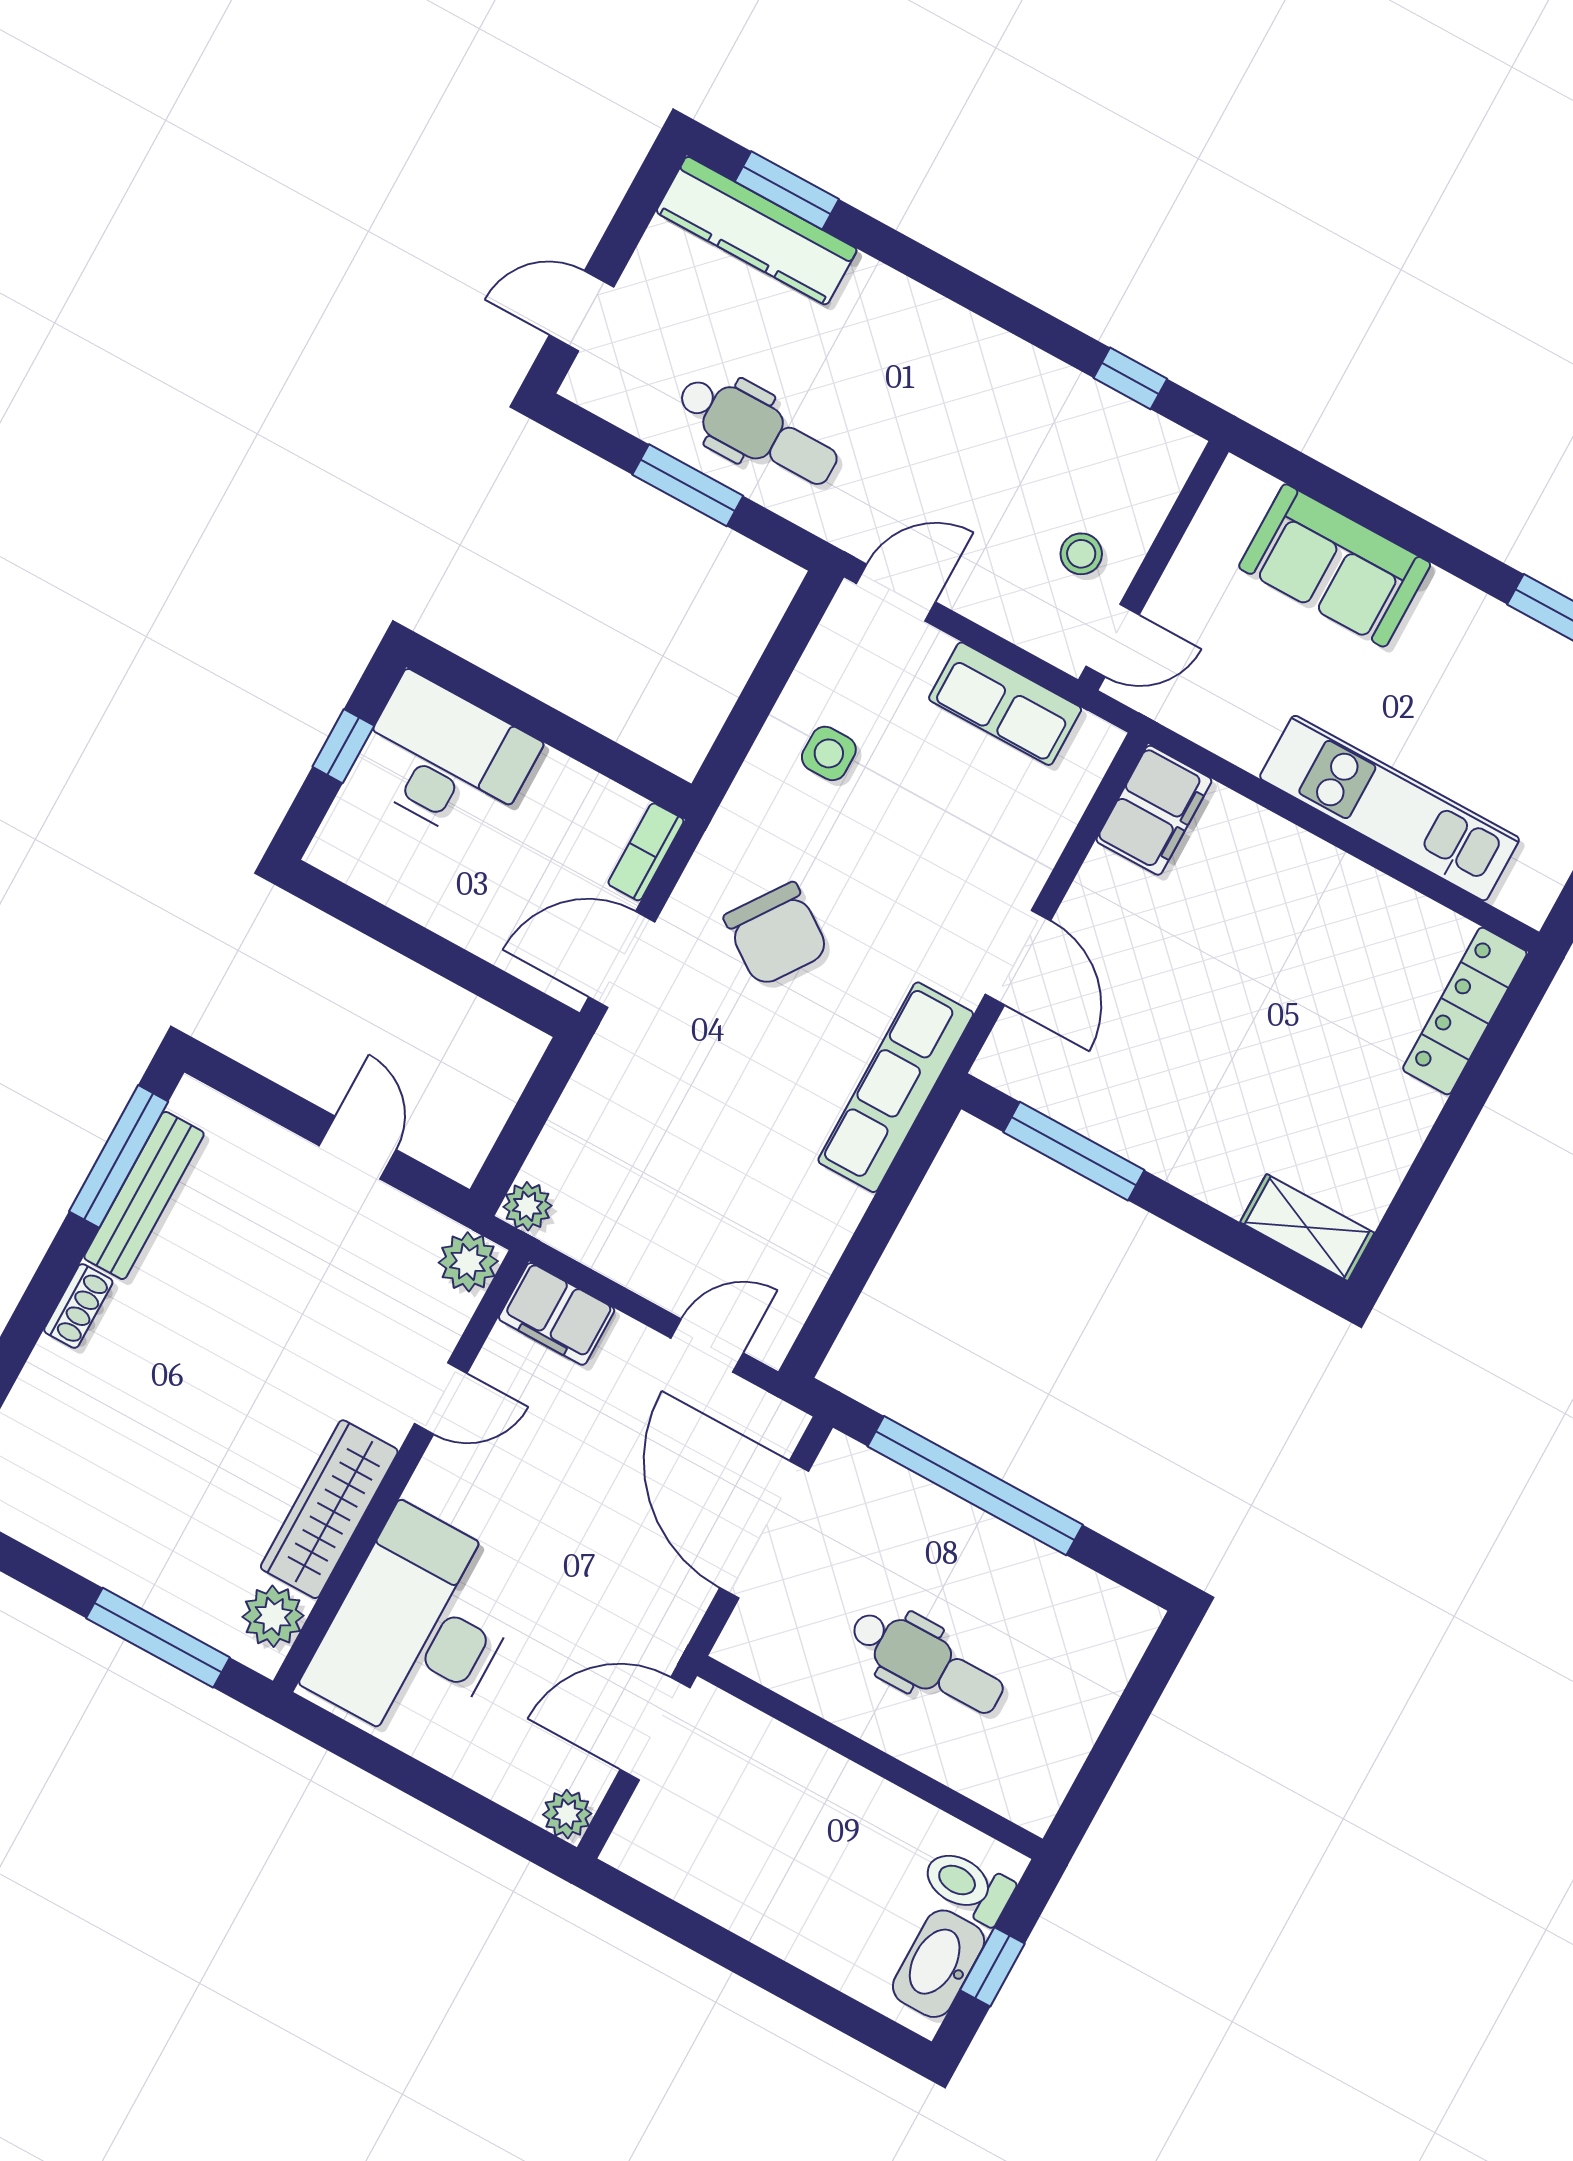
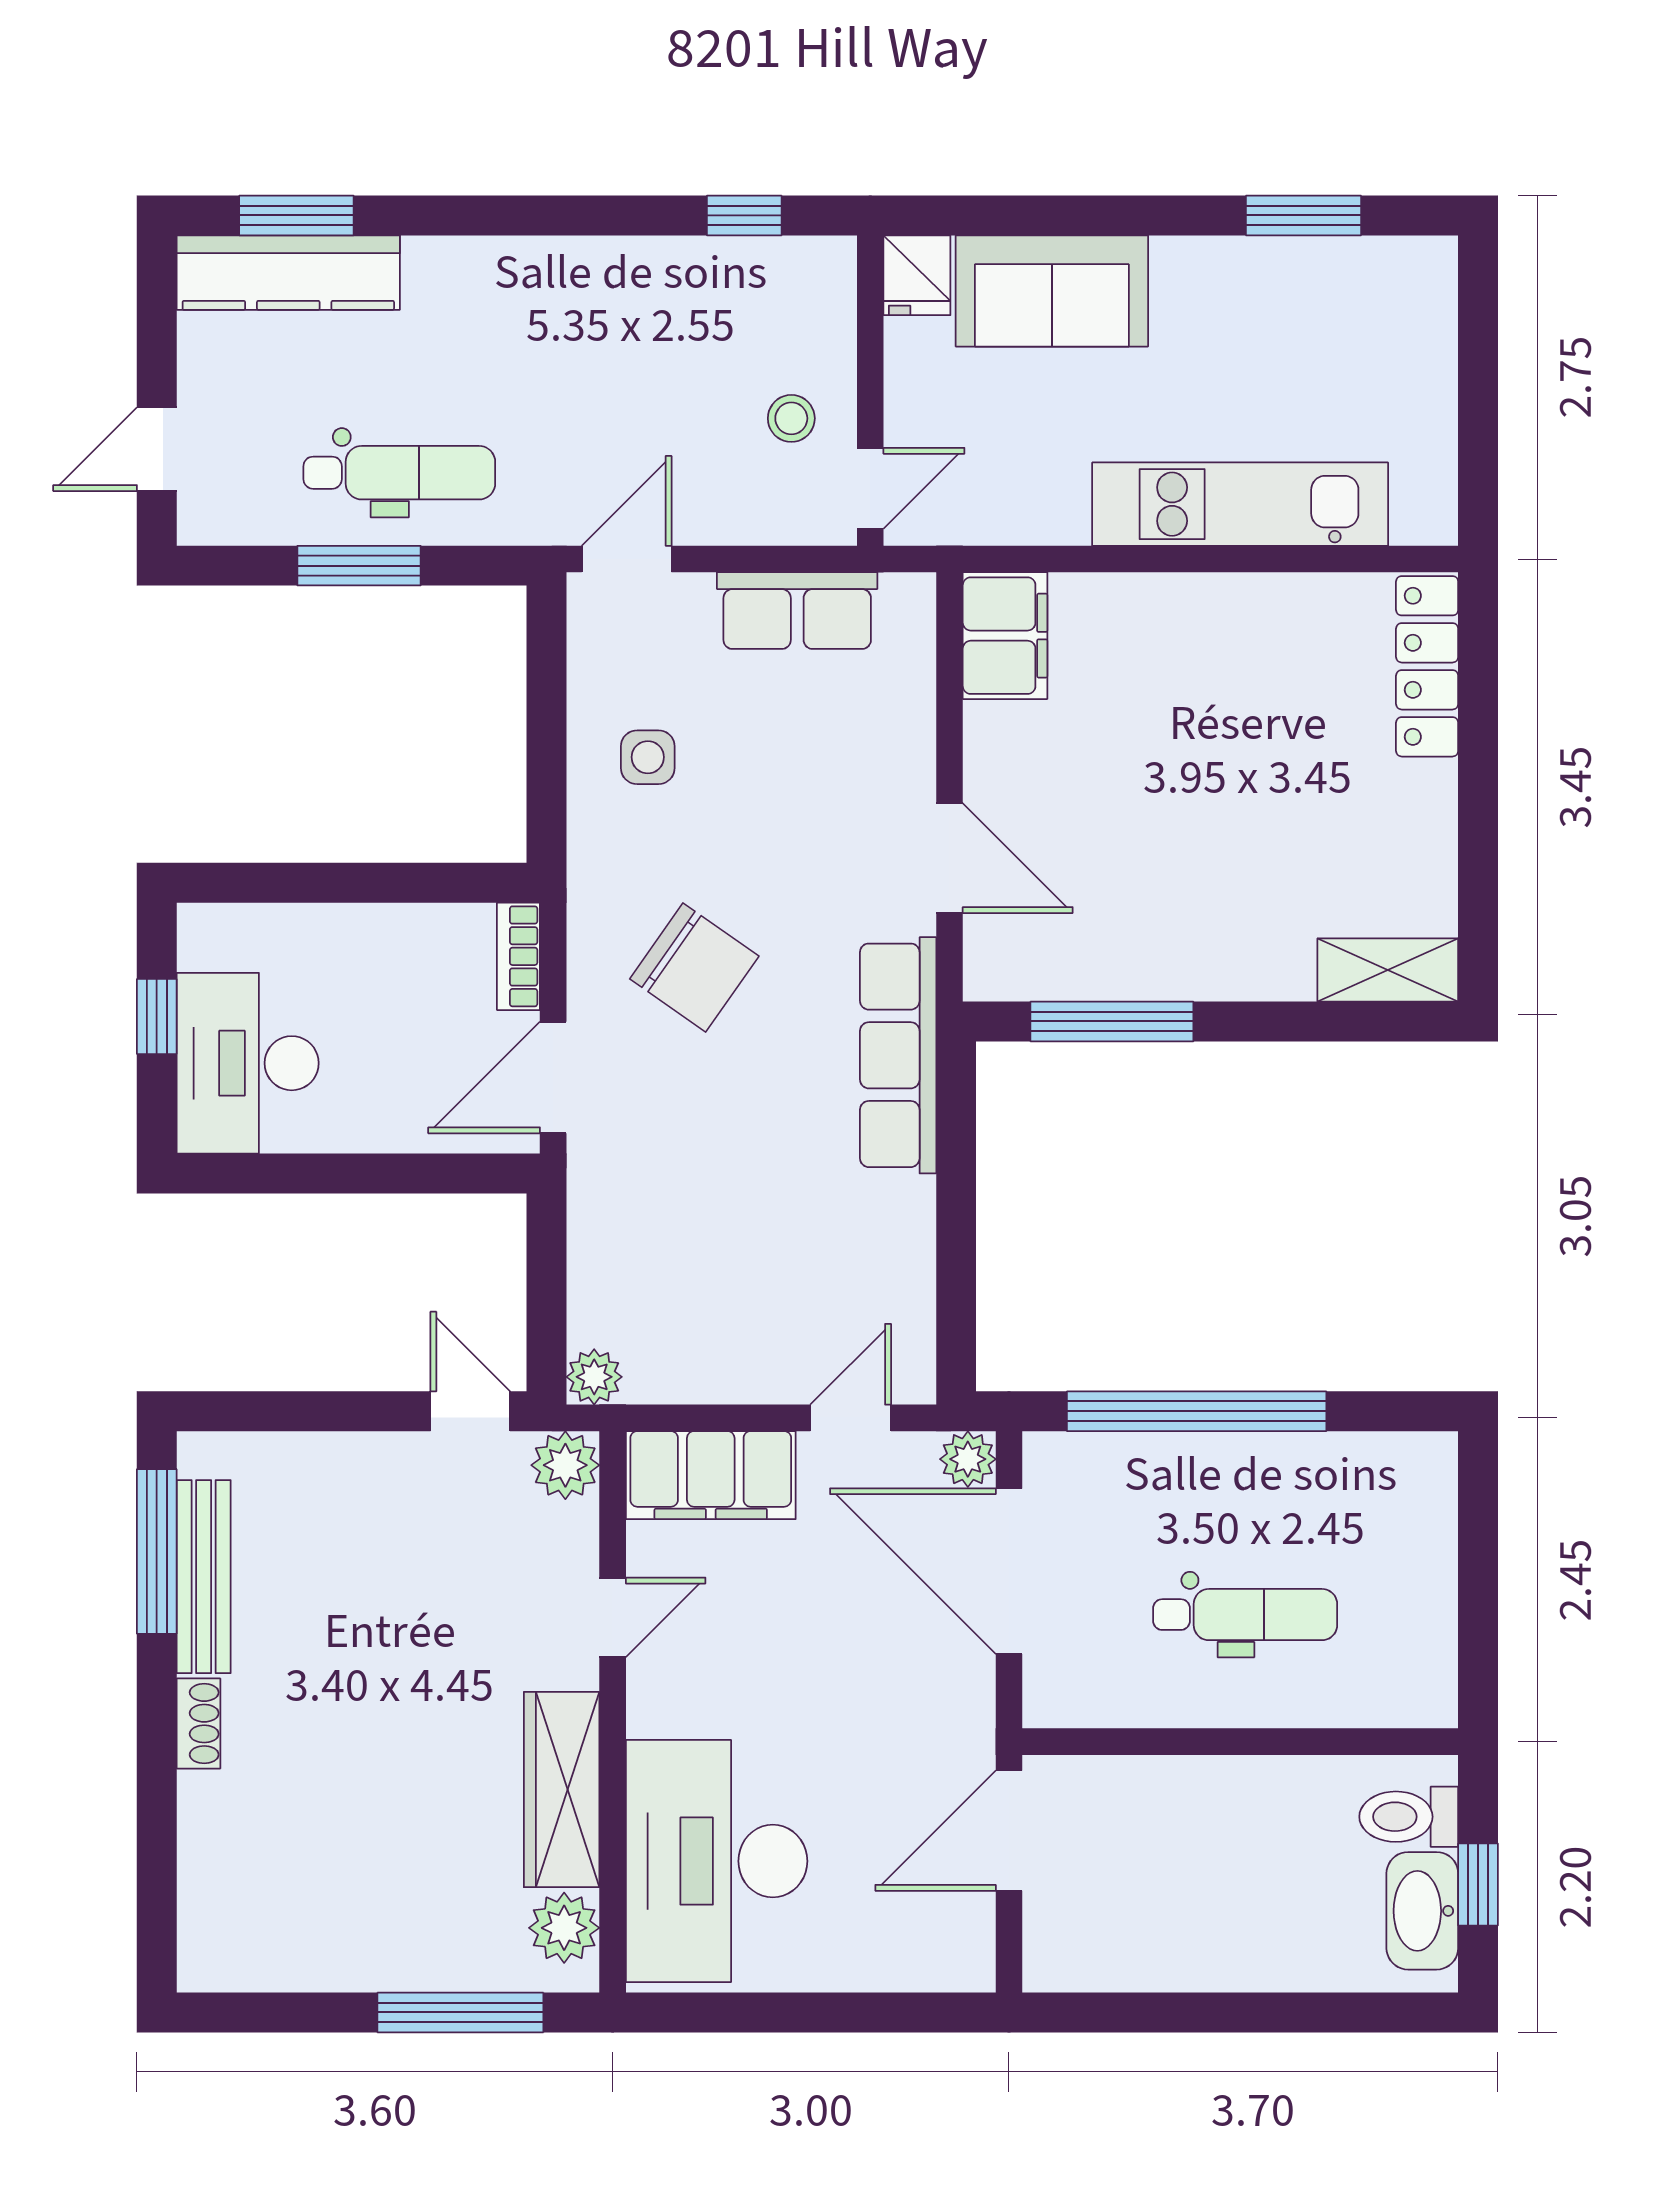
fridge: (1238, 497) -> (917, 275), added
desk: (446, 760) -> (248, 1063), moved, turned -90
door: (358, 1148) -> (470, 1411), moved
filing cabinet: (557, 1314) -> (711, 1475), width x1.50, depth x1.17
plant: (567, 1814) -> (968, 1459), moved

